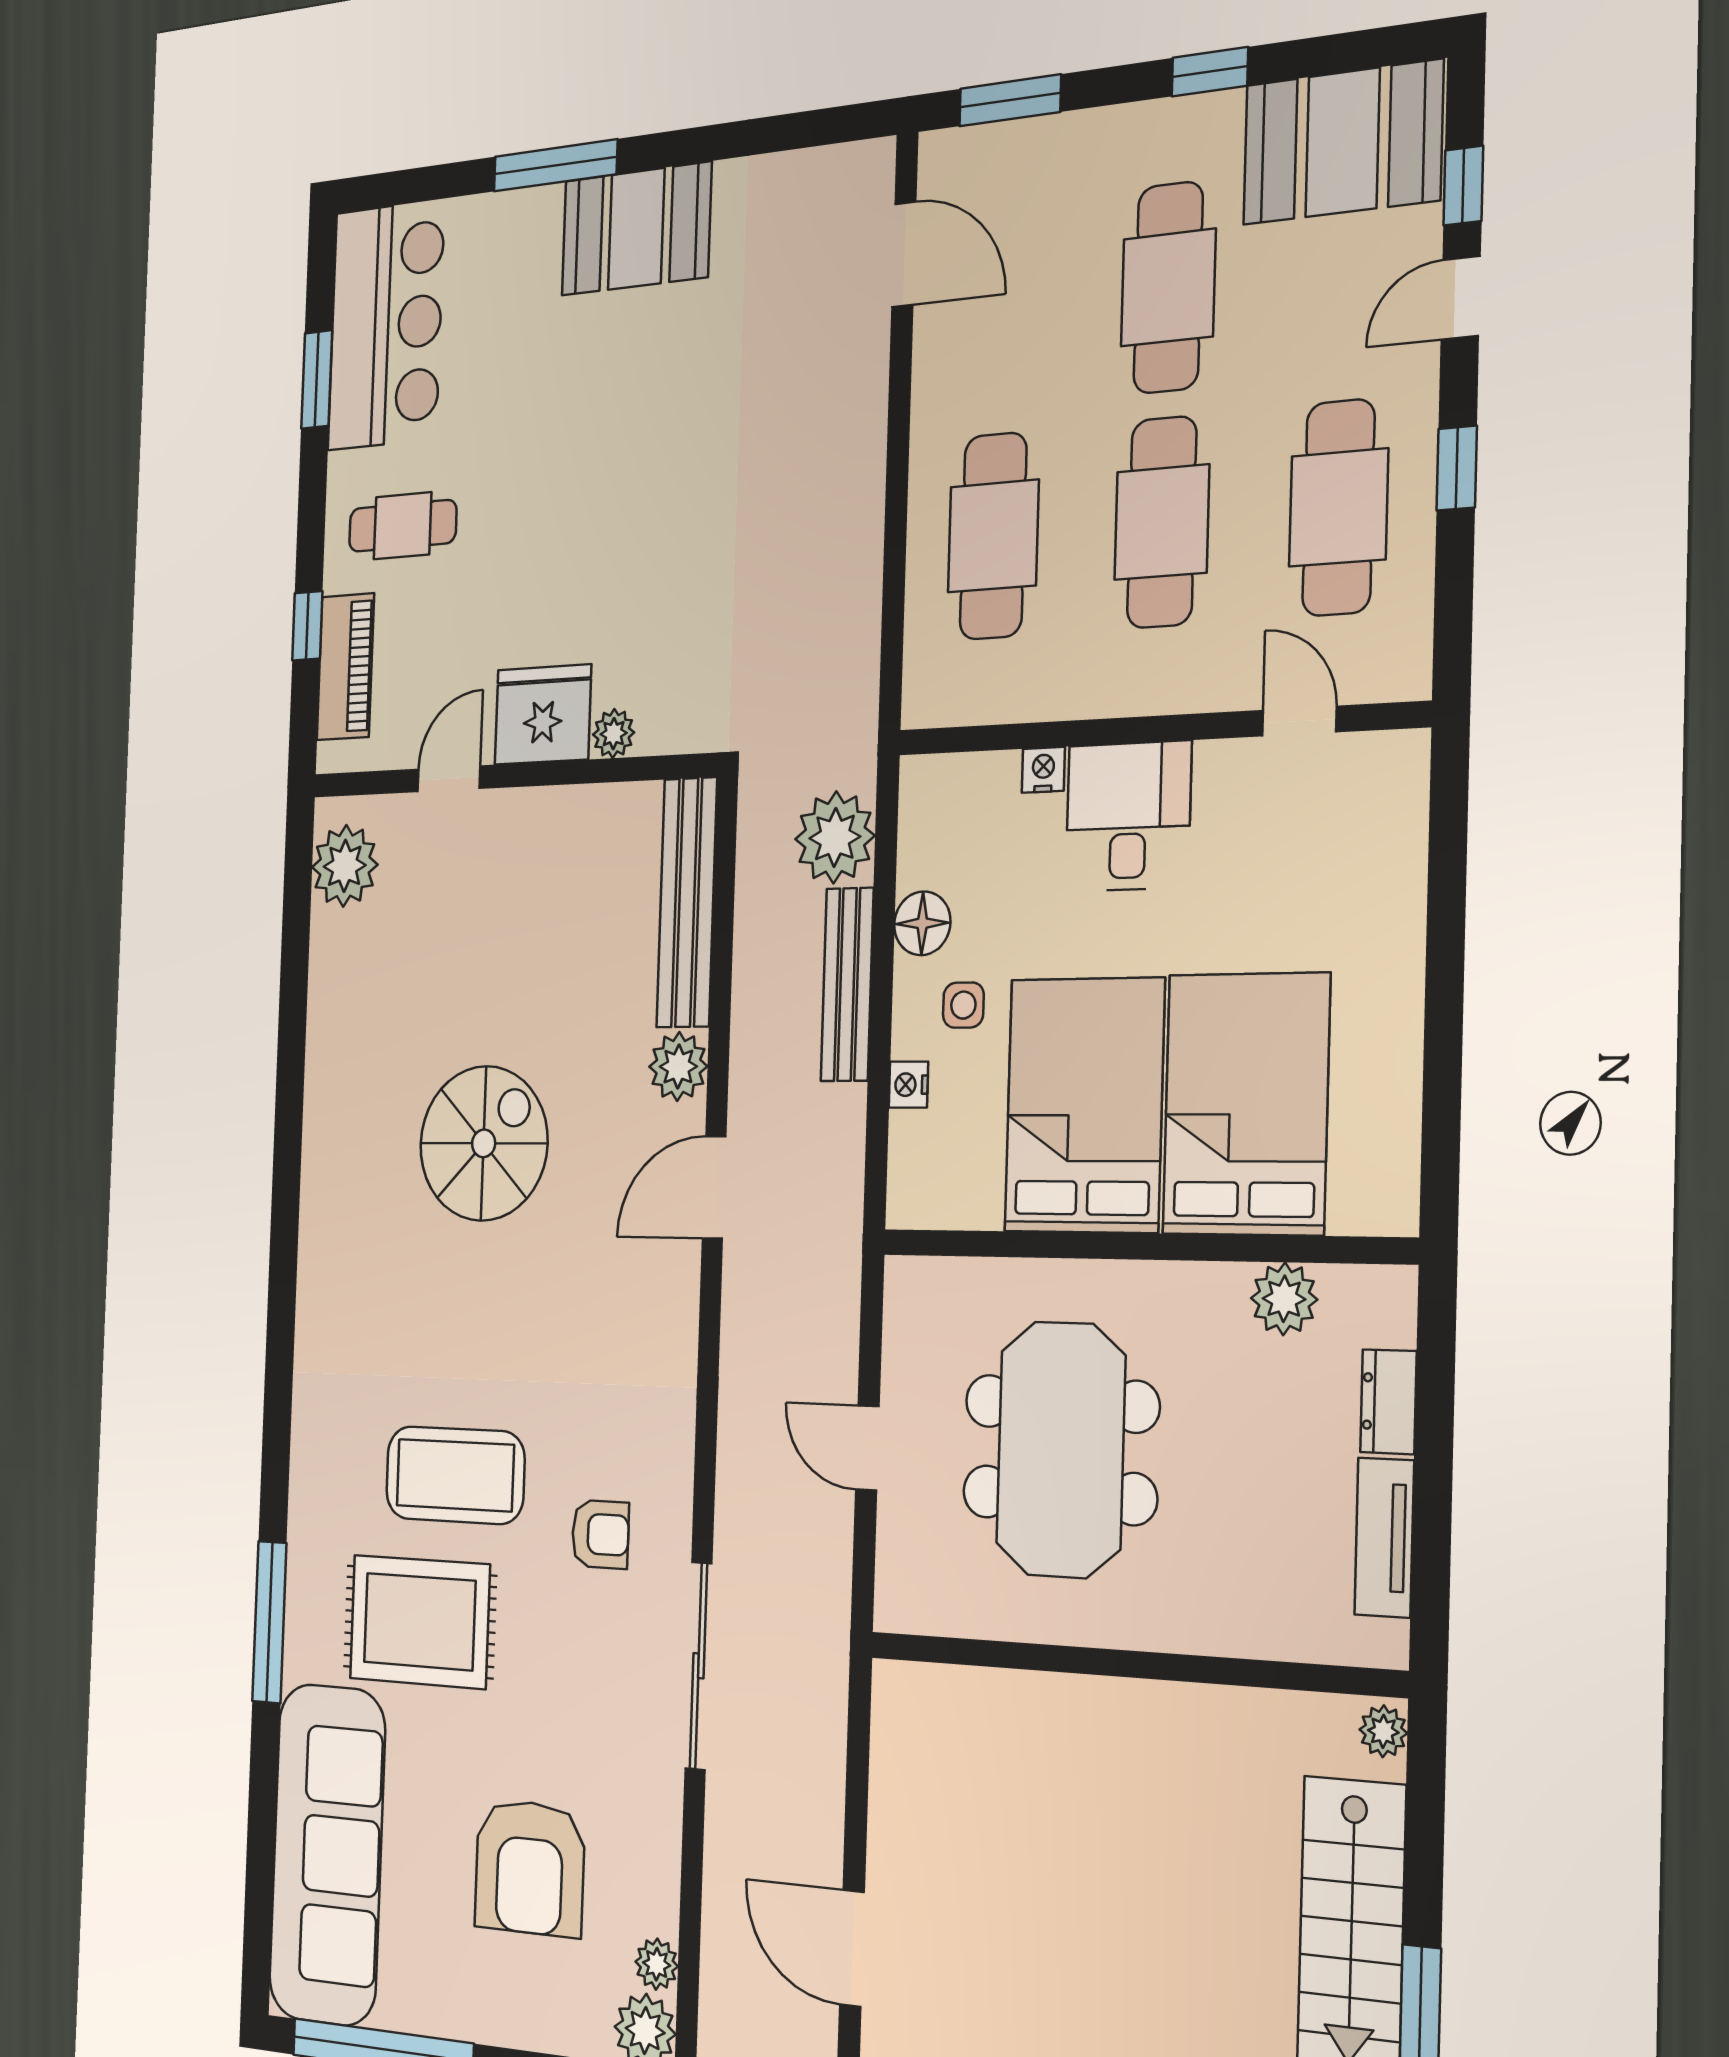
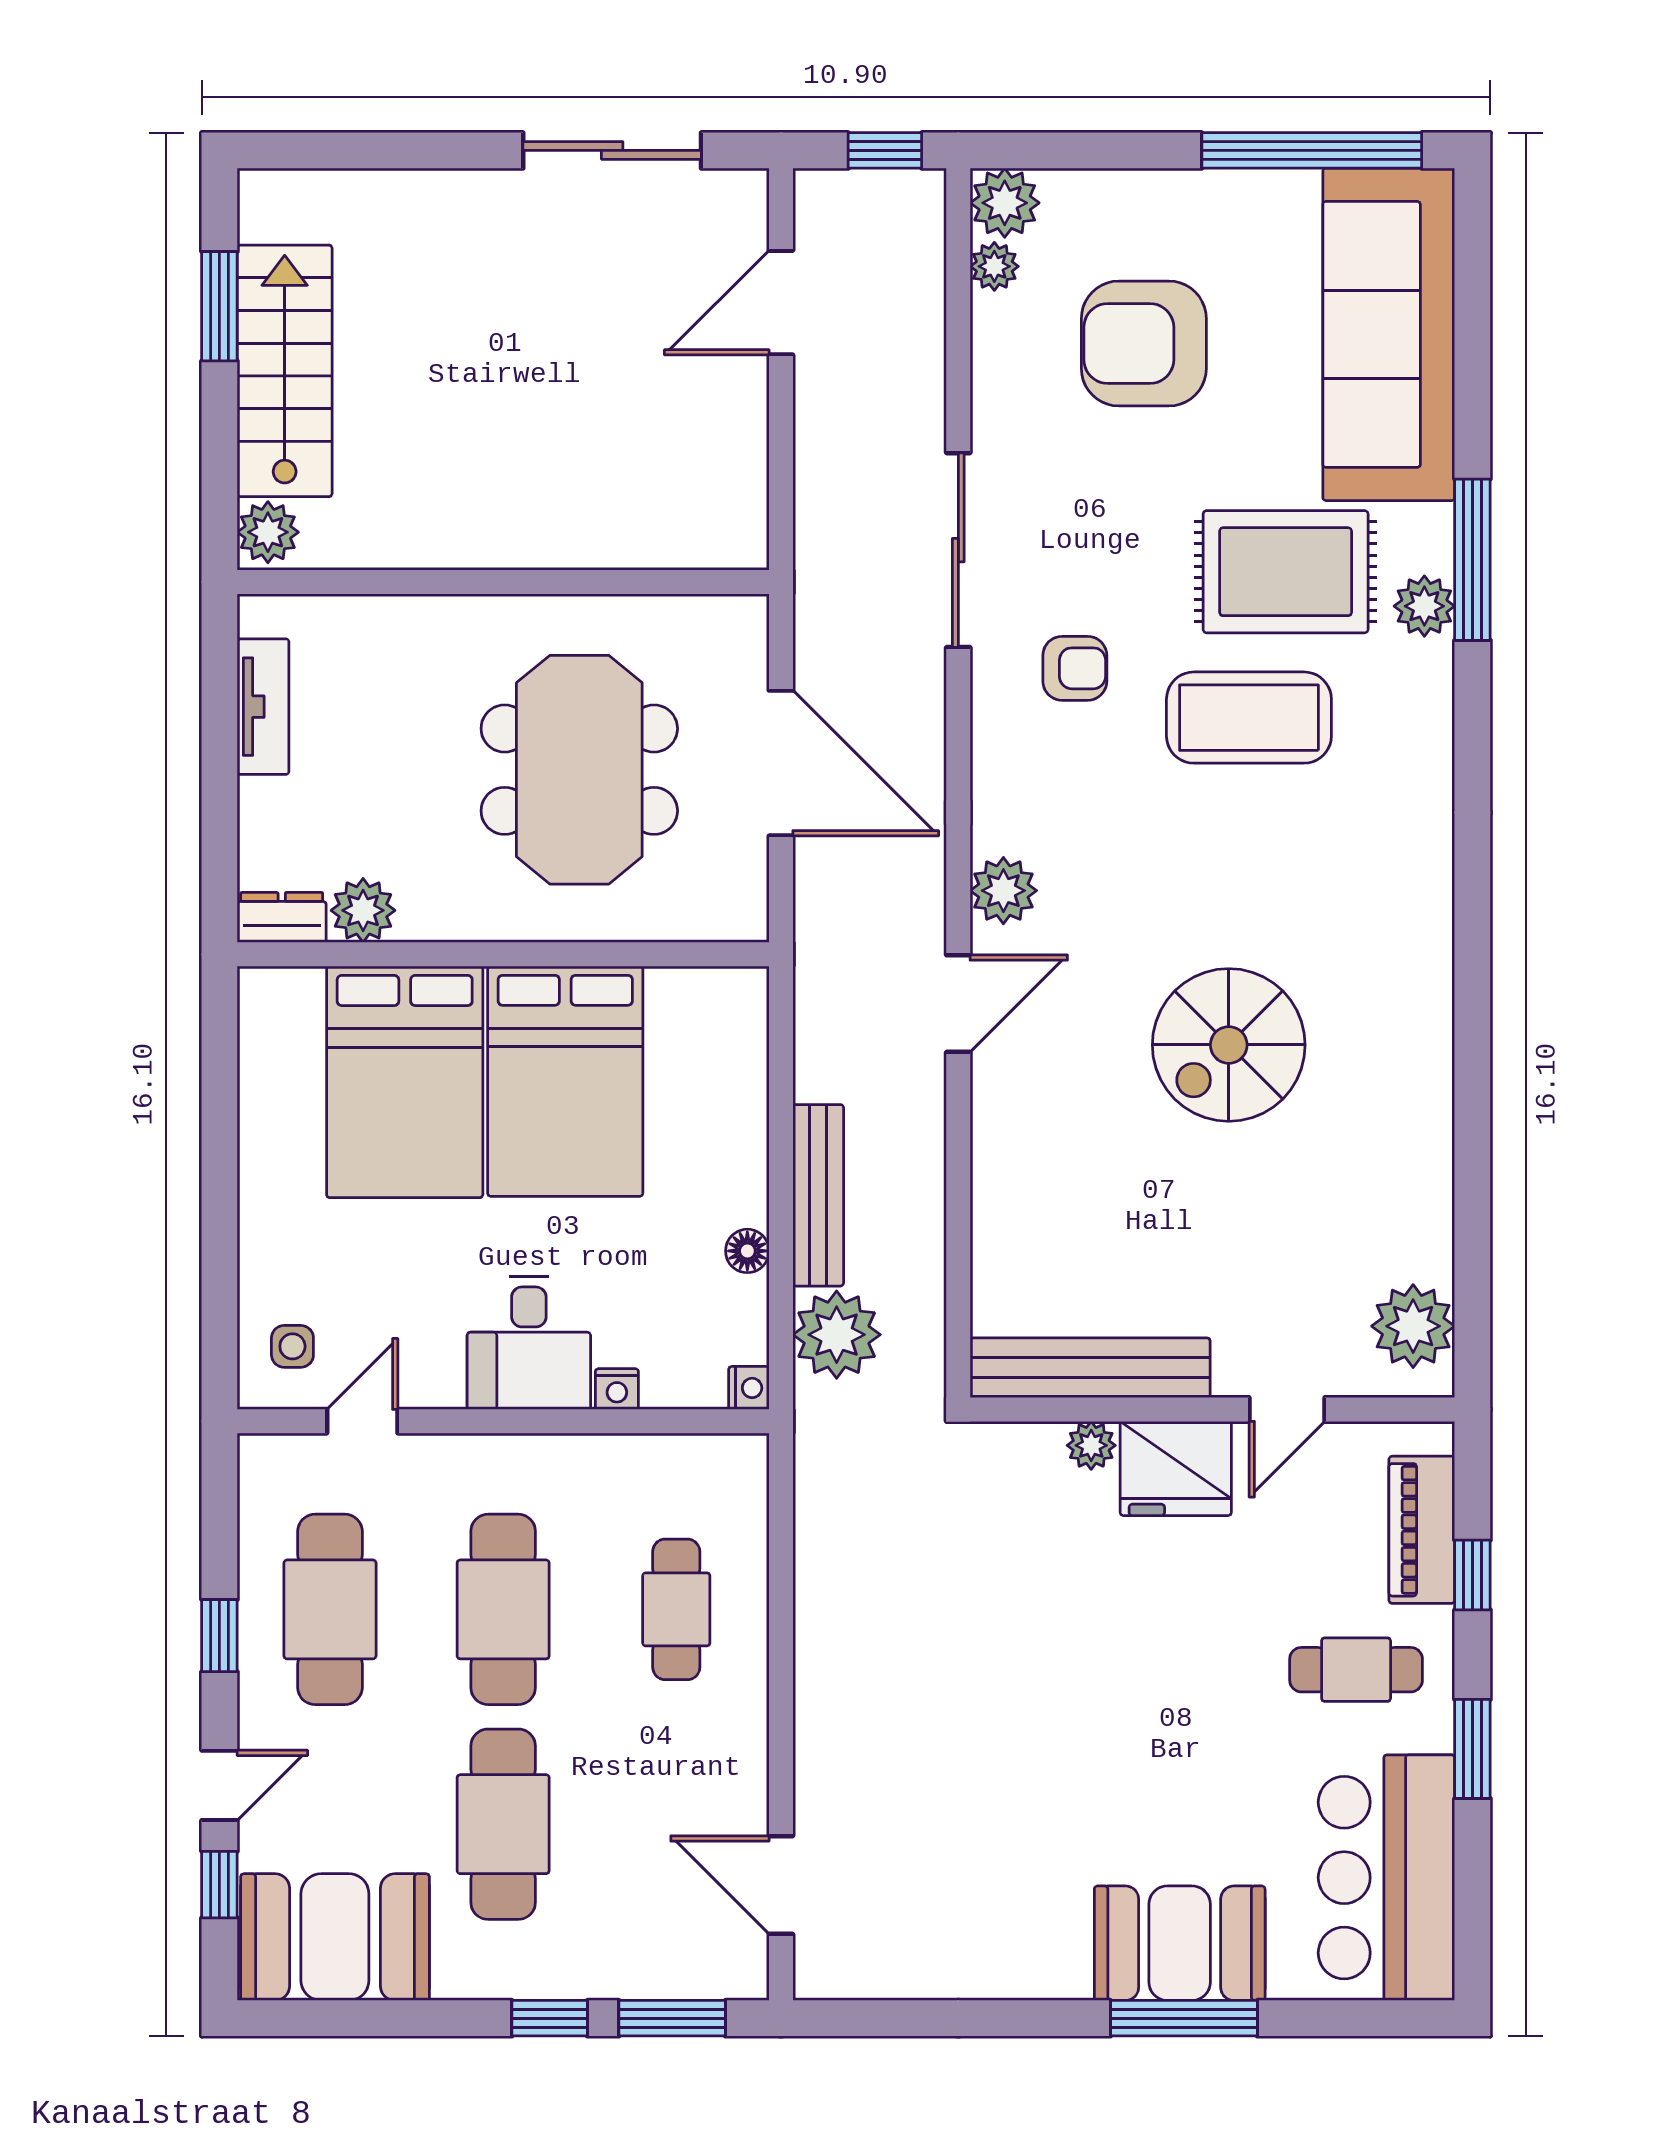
window: (1210, 72) -> (550, 2018), moved
booth: (636, 229) -> (1180, 1943), moved
window: (317, 379) -> (1472, 1749), moved
cafe table: (993, 536) -> (676, 1609), width x0.73, depth x0.74
door: (1299, 721) -> (362, 1421), swing flipped
bench: (687, 902) -> (1090, 1368), moved, turned 90
floor lamp: (922, 923) -> (747, 1251), width x0.73, depth x0.73
side table: (963, 1005) -> (292, 1346), moved
plant: (678, 1066) -> (1003, 891), moved
nightstand: (908, 1085) -> (749, 1388), moved
dresser: (1388, 1402) -> (282, 917), moved, turned -90
door: (867, 1448) -> (781, 763), width x1.88
armchair: (600, 1534) -> (1075, 668), turned 180
plant: (309, 1579) -> (1424, 606), added
plant: (1383, 1731) -> (268, 532), width x1.38, depth x1.38
armchair: (530, 1868) -> (1144, 344), turned -90
door: (852, 1948) -> (781, 303), swing flipped

